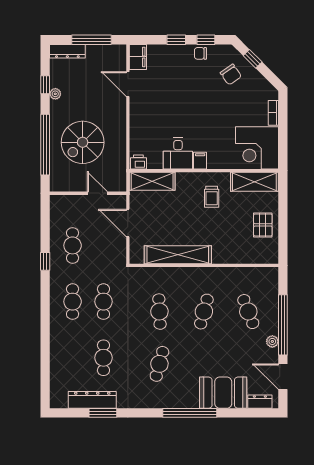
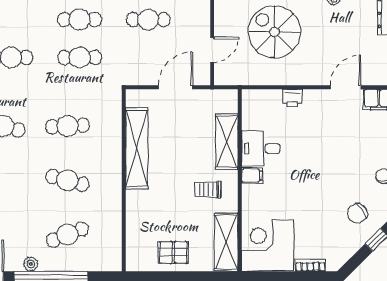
printer: (138, 162) -> (292, 98), moved, turned 90
shelving: (152, 181) -> (227, 142), moved

